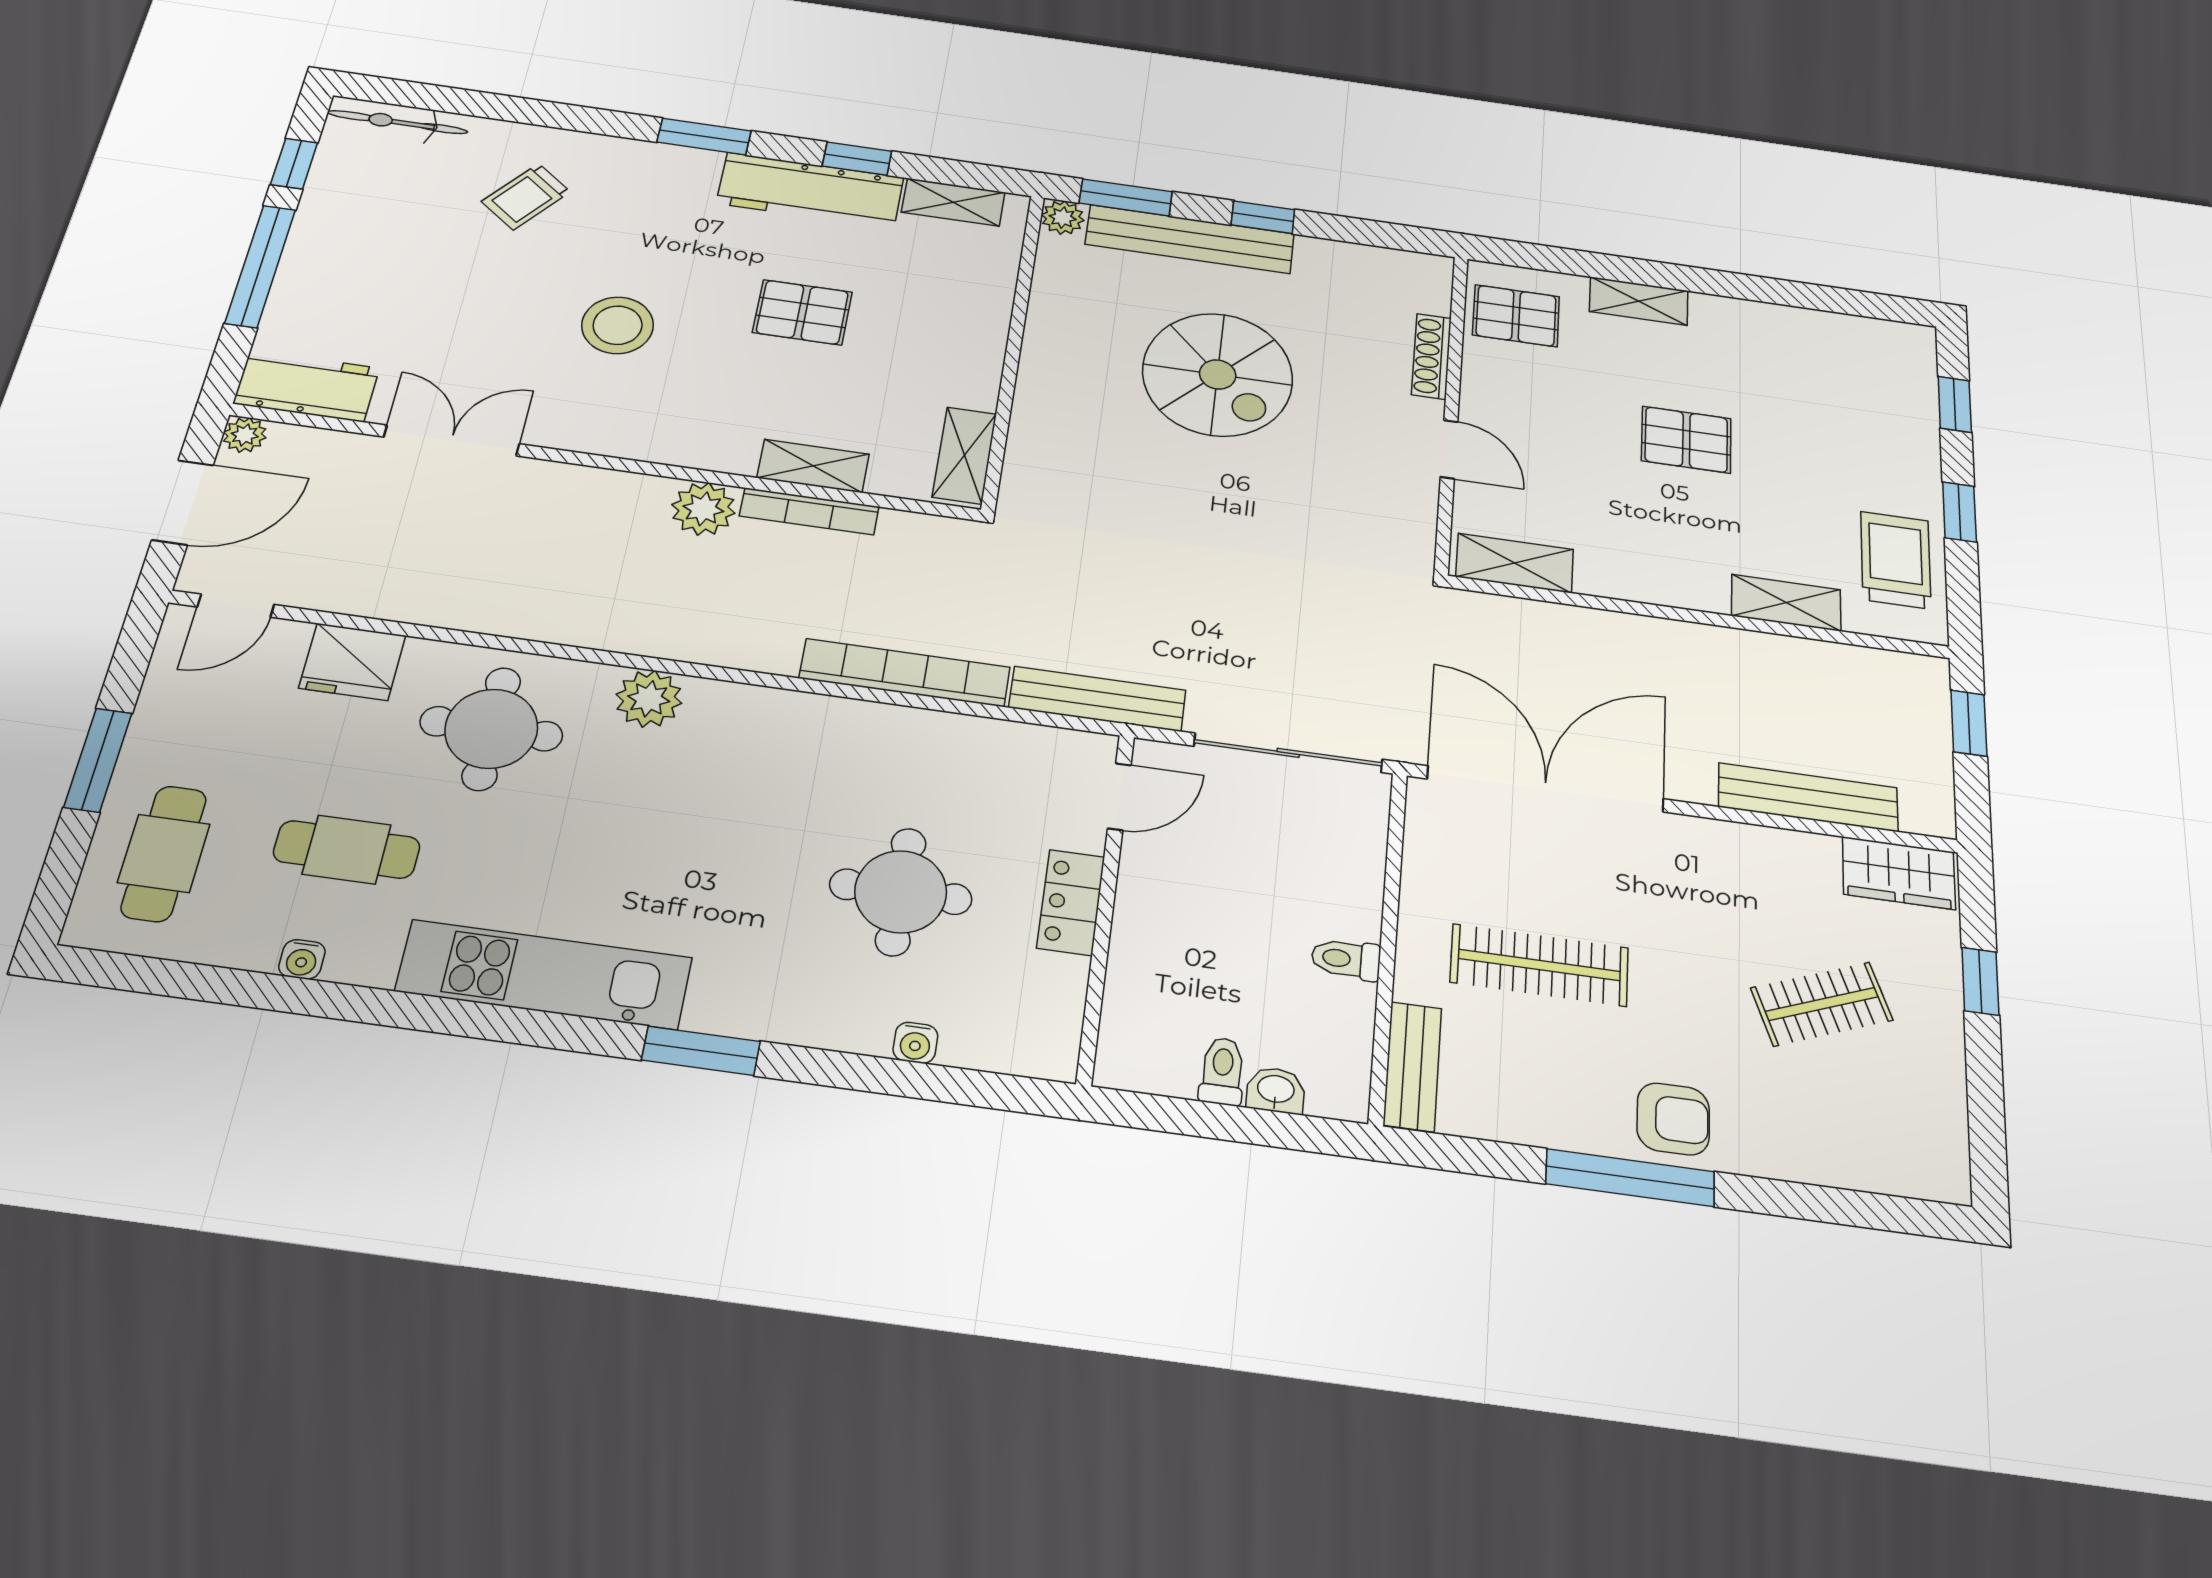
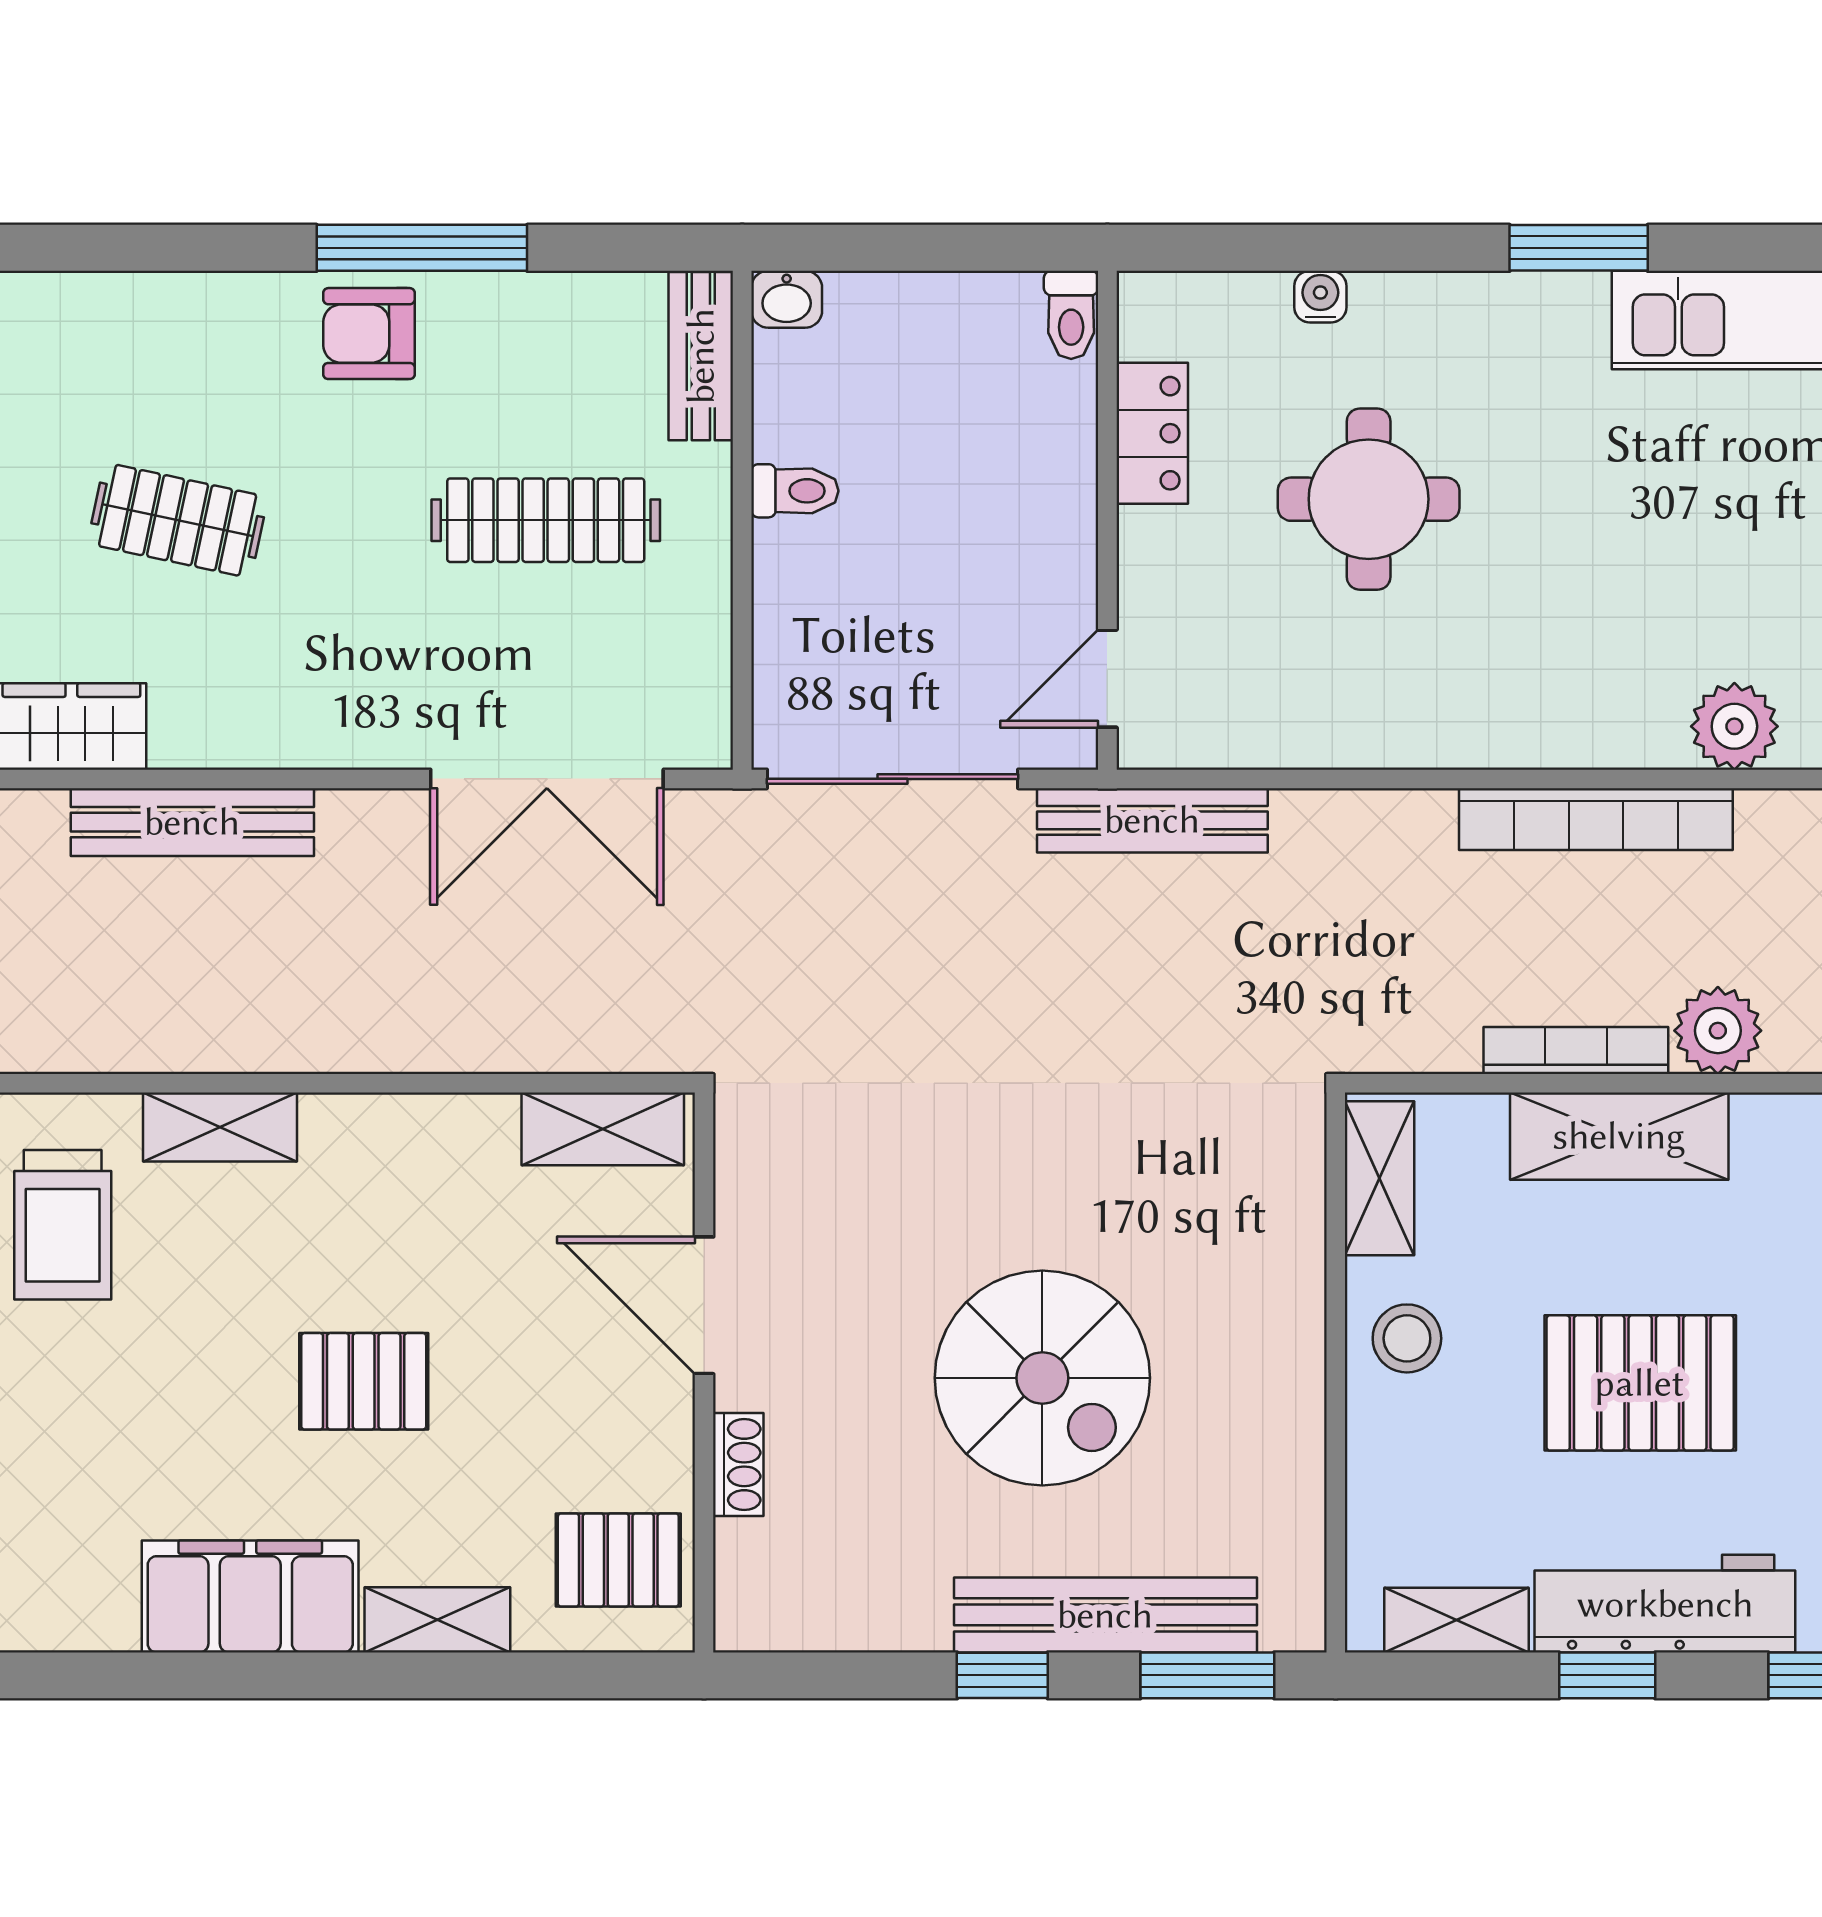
plant: (1063, 218) -> (1295, 1621), removed
pallet: (802, 312) -> (1640, 1383), width x1.50, depth x1.42
filing cabinet: (1764, 332) -> (250, 1596), added
shoe rack: (1431, 356) -> (738, 1465), width x0.70
stool: (961, 360) -> (1407, 1338), added
spiral stairs: (1218, 374) -> (1042, 1378), turned 180
door: (1449, 449) -> (704, 1305), width x1.38
shelving: (813, 466) -> (1619, 1136), width x1.50, depth x1.33
bookcase: (905, 673) -> (1596, 819), moved
double door: (1545, 789) -> (547, 779), width x0.73
locker: (1071, 902) -> (1152, 433), moved
clothes rail: (1822, 1004) -> (178, 520), turned 33
toilet: (1222, 1071) -> (1071, 315), moved
washbasin: (1276, 1090) -> (787, 299), moved

